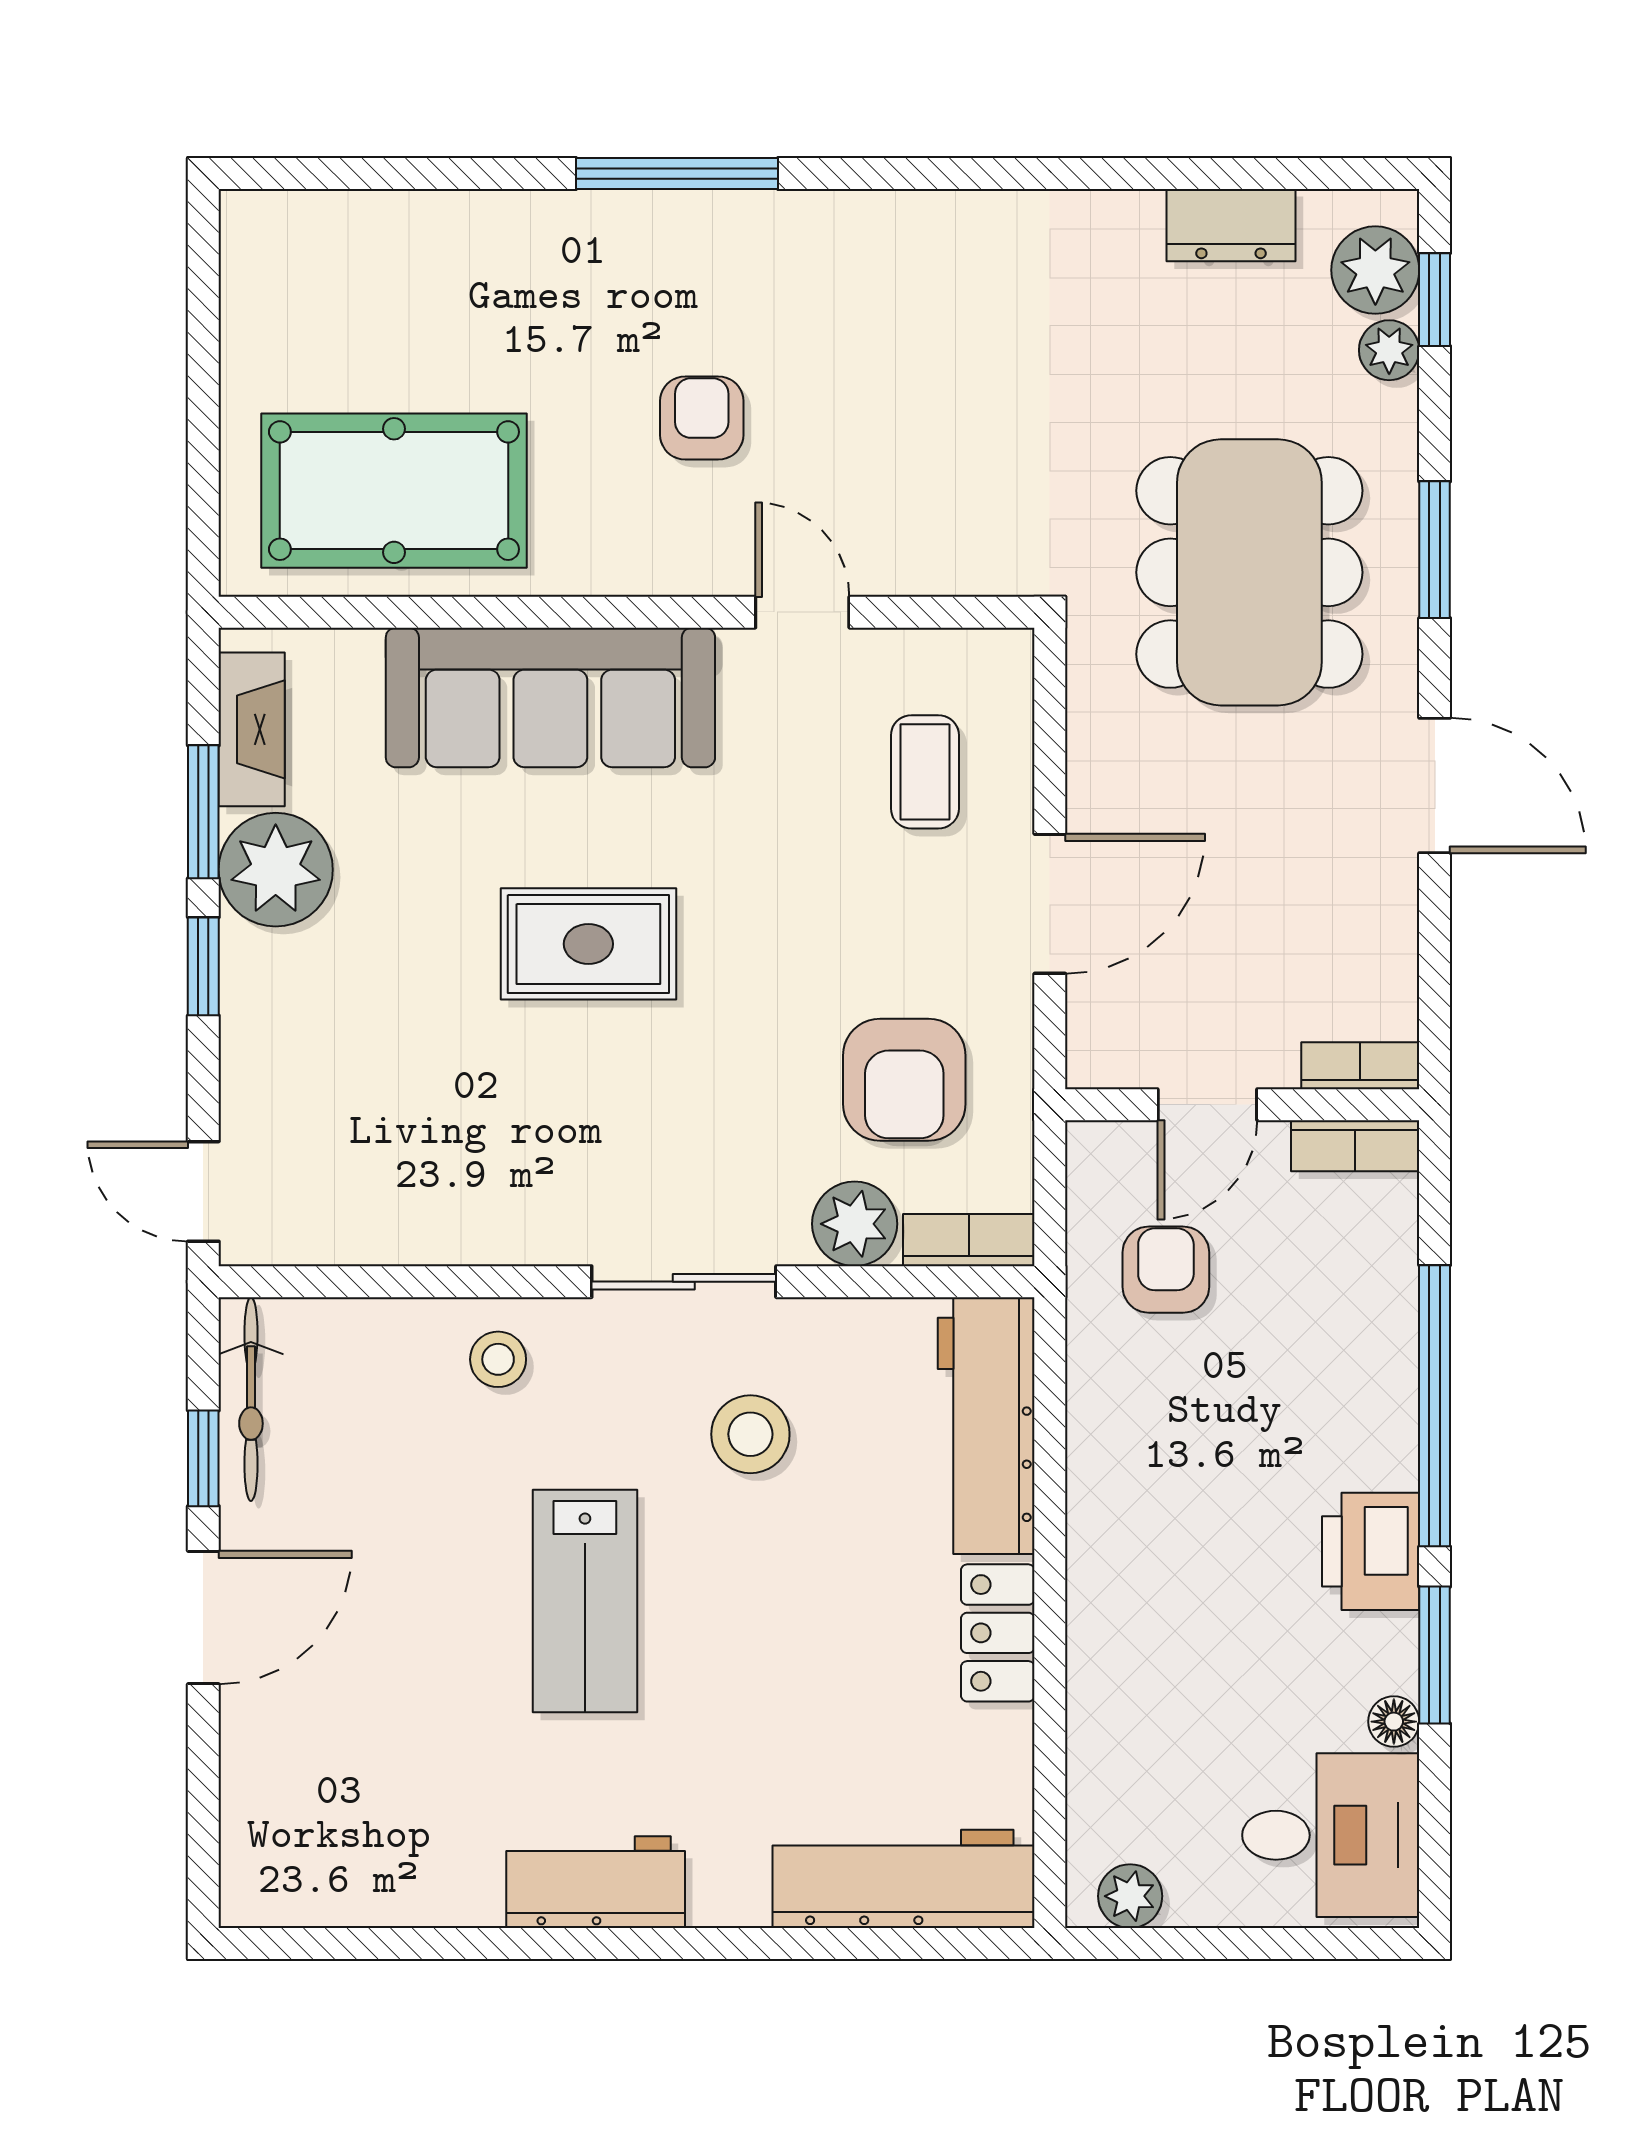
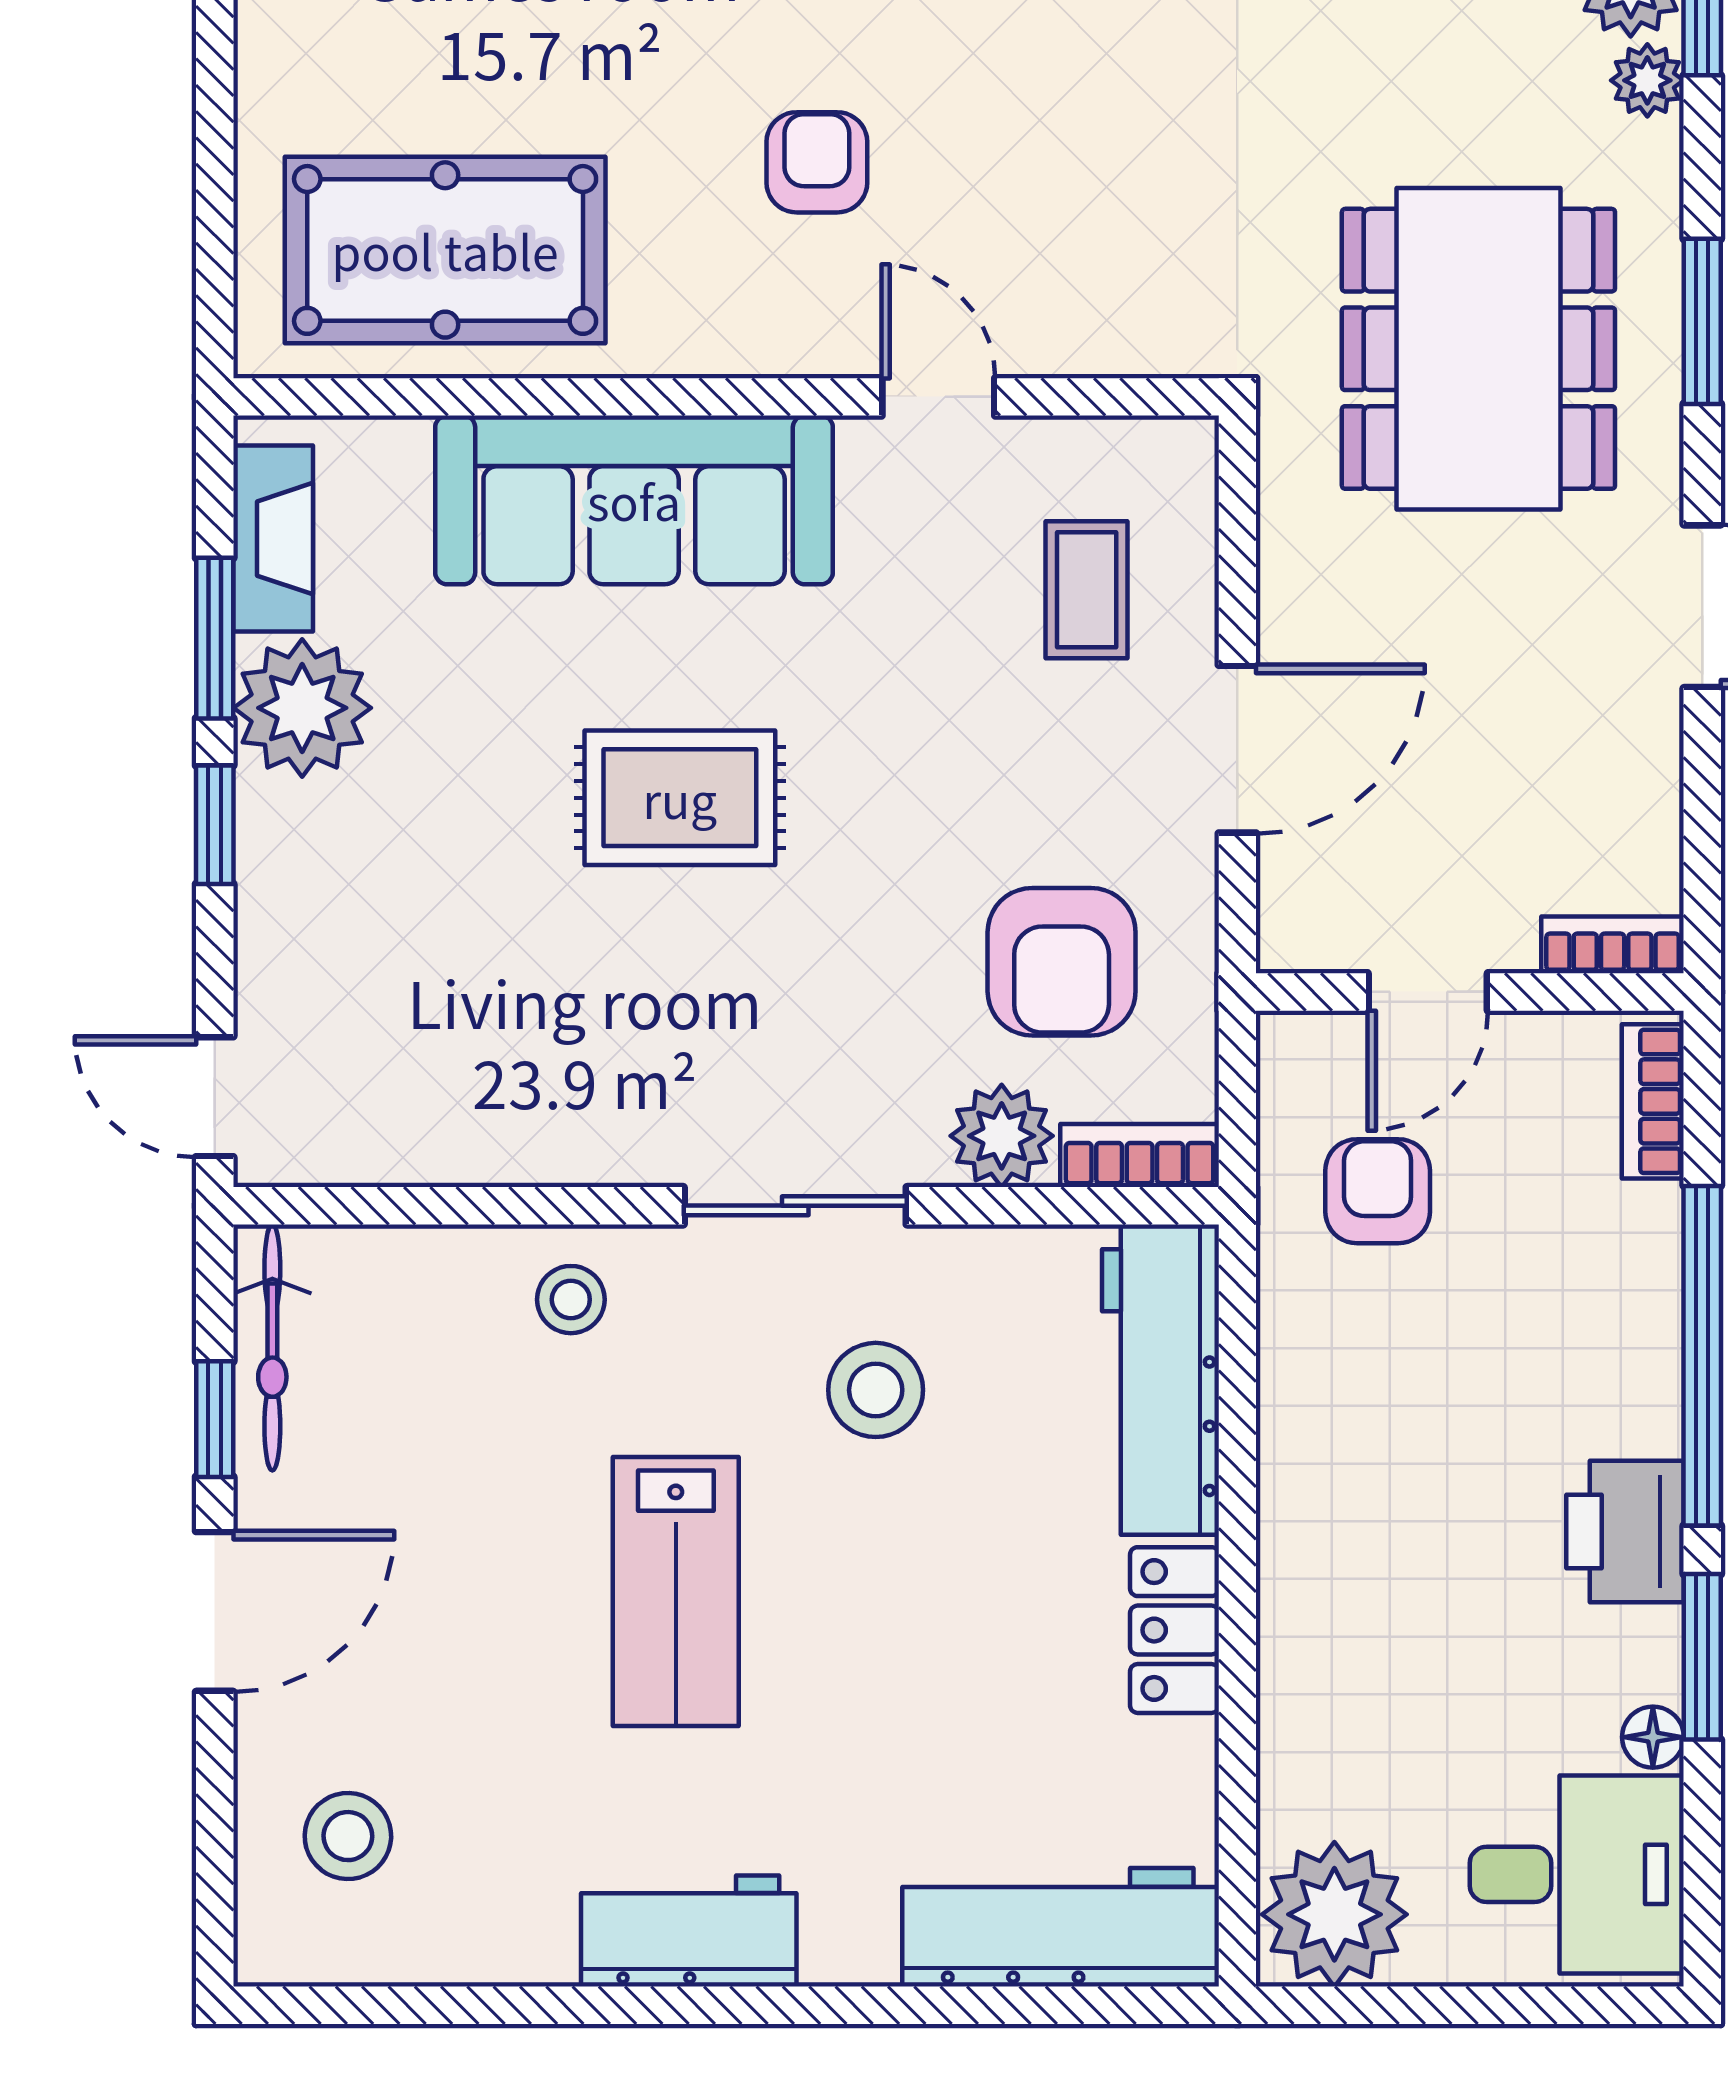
bookcase: (1355, 1146) -> (1653, 1101), moved, turned 90
stool: (314, 1803) -> (348, 1836), added
plant: (1130, 1896) -> (1334, 1914), width x1.87, depth x1.87

